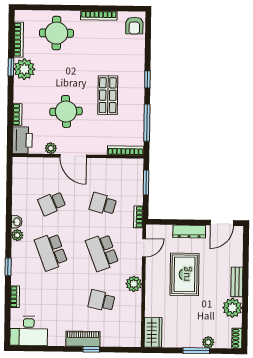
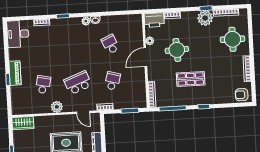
school desk: (51, 252) -> (76, 46), removed

